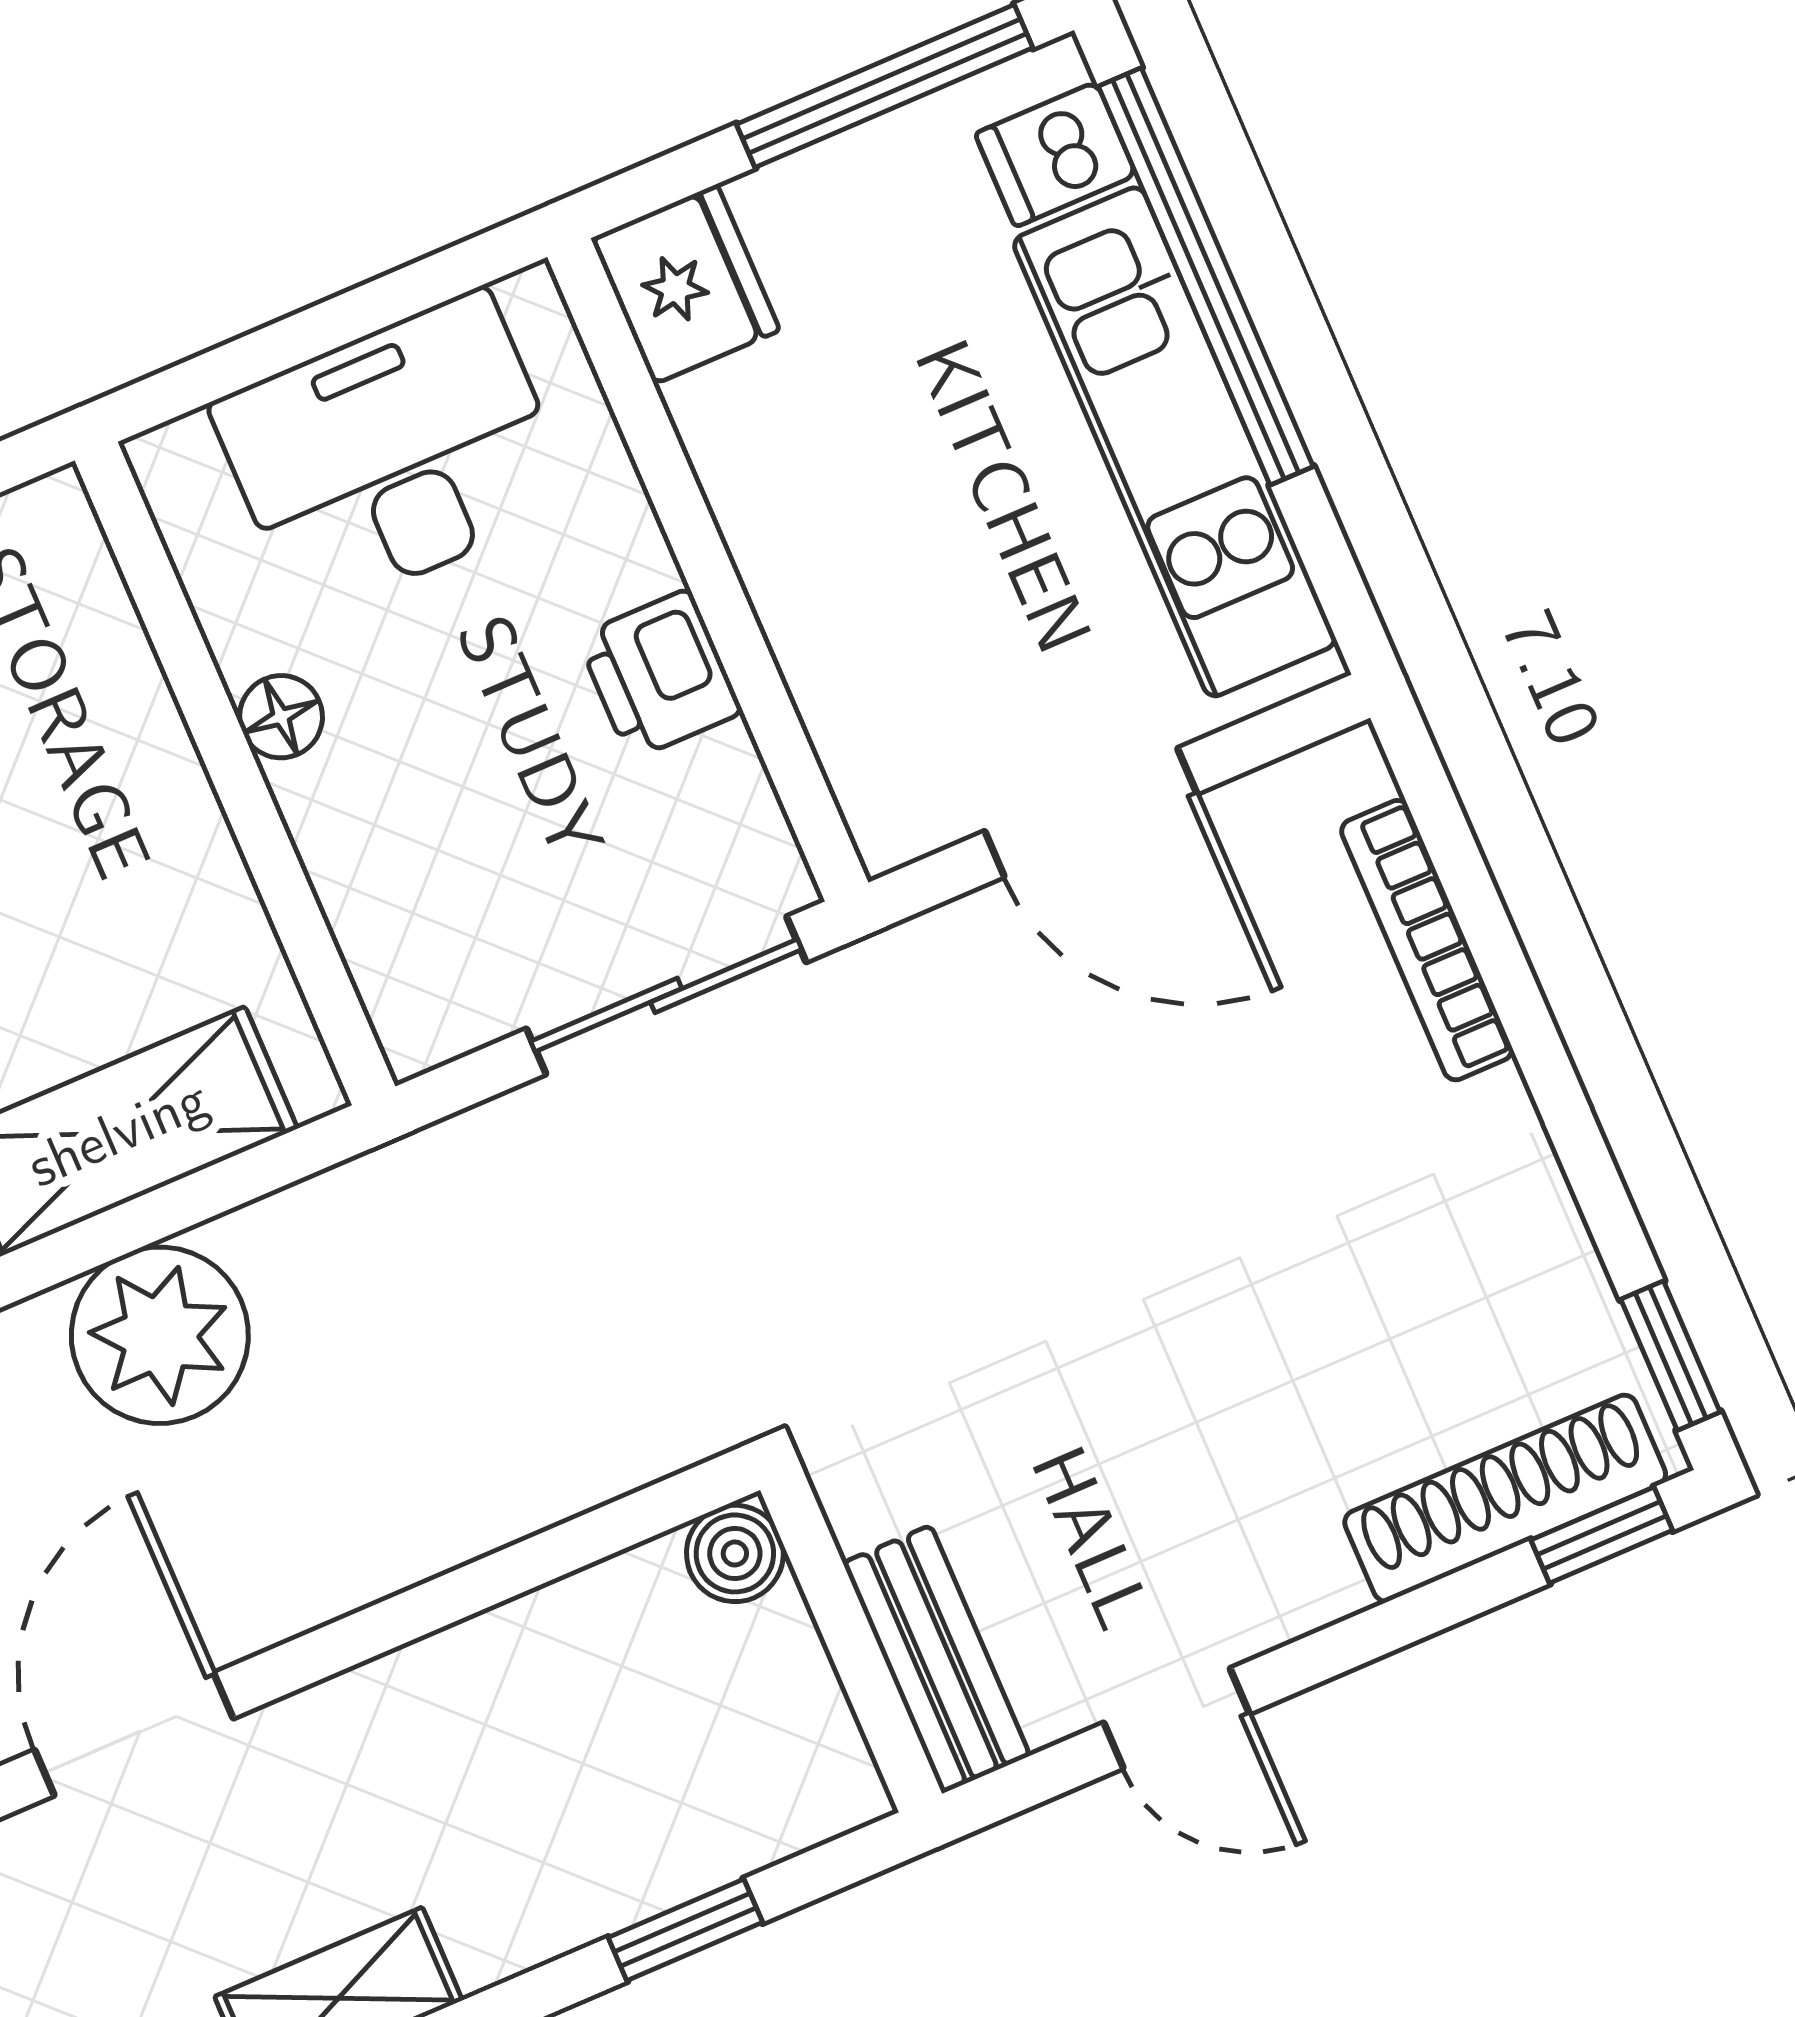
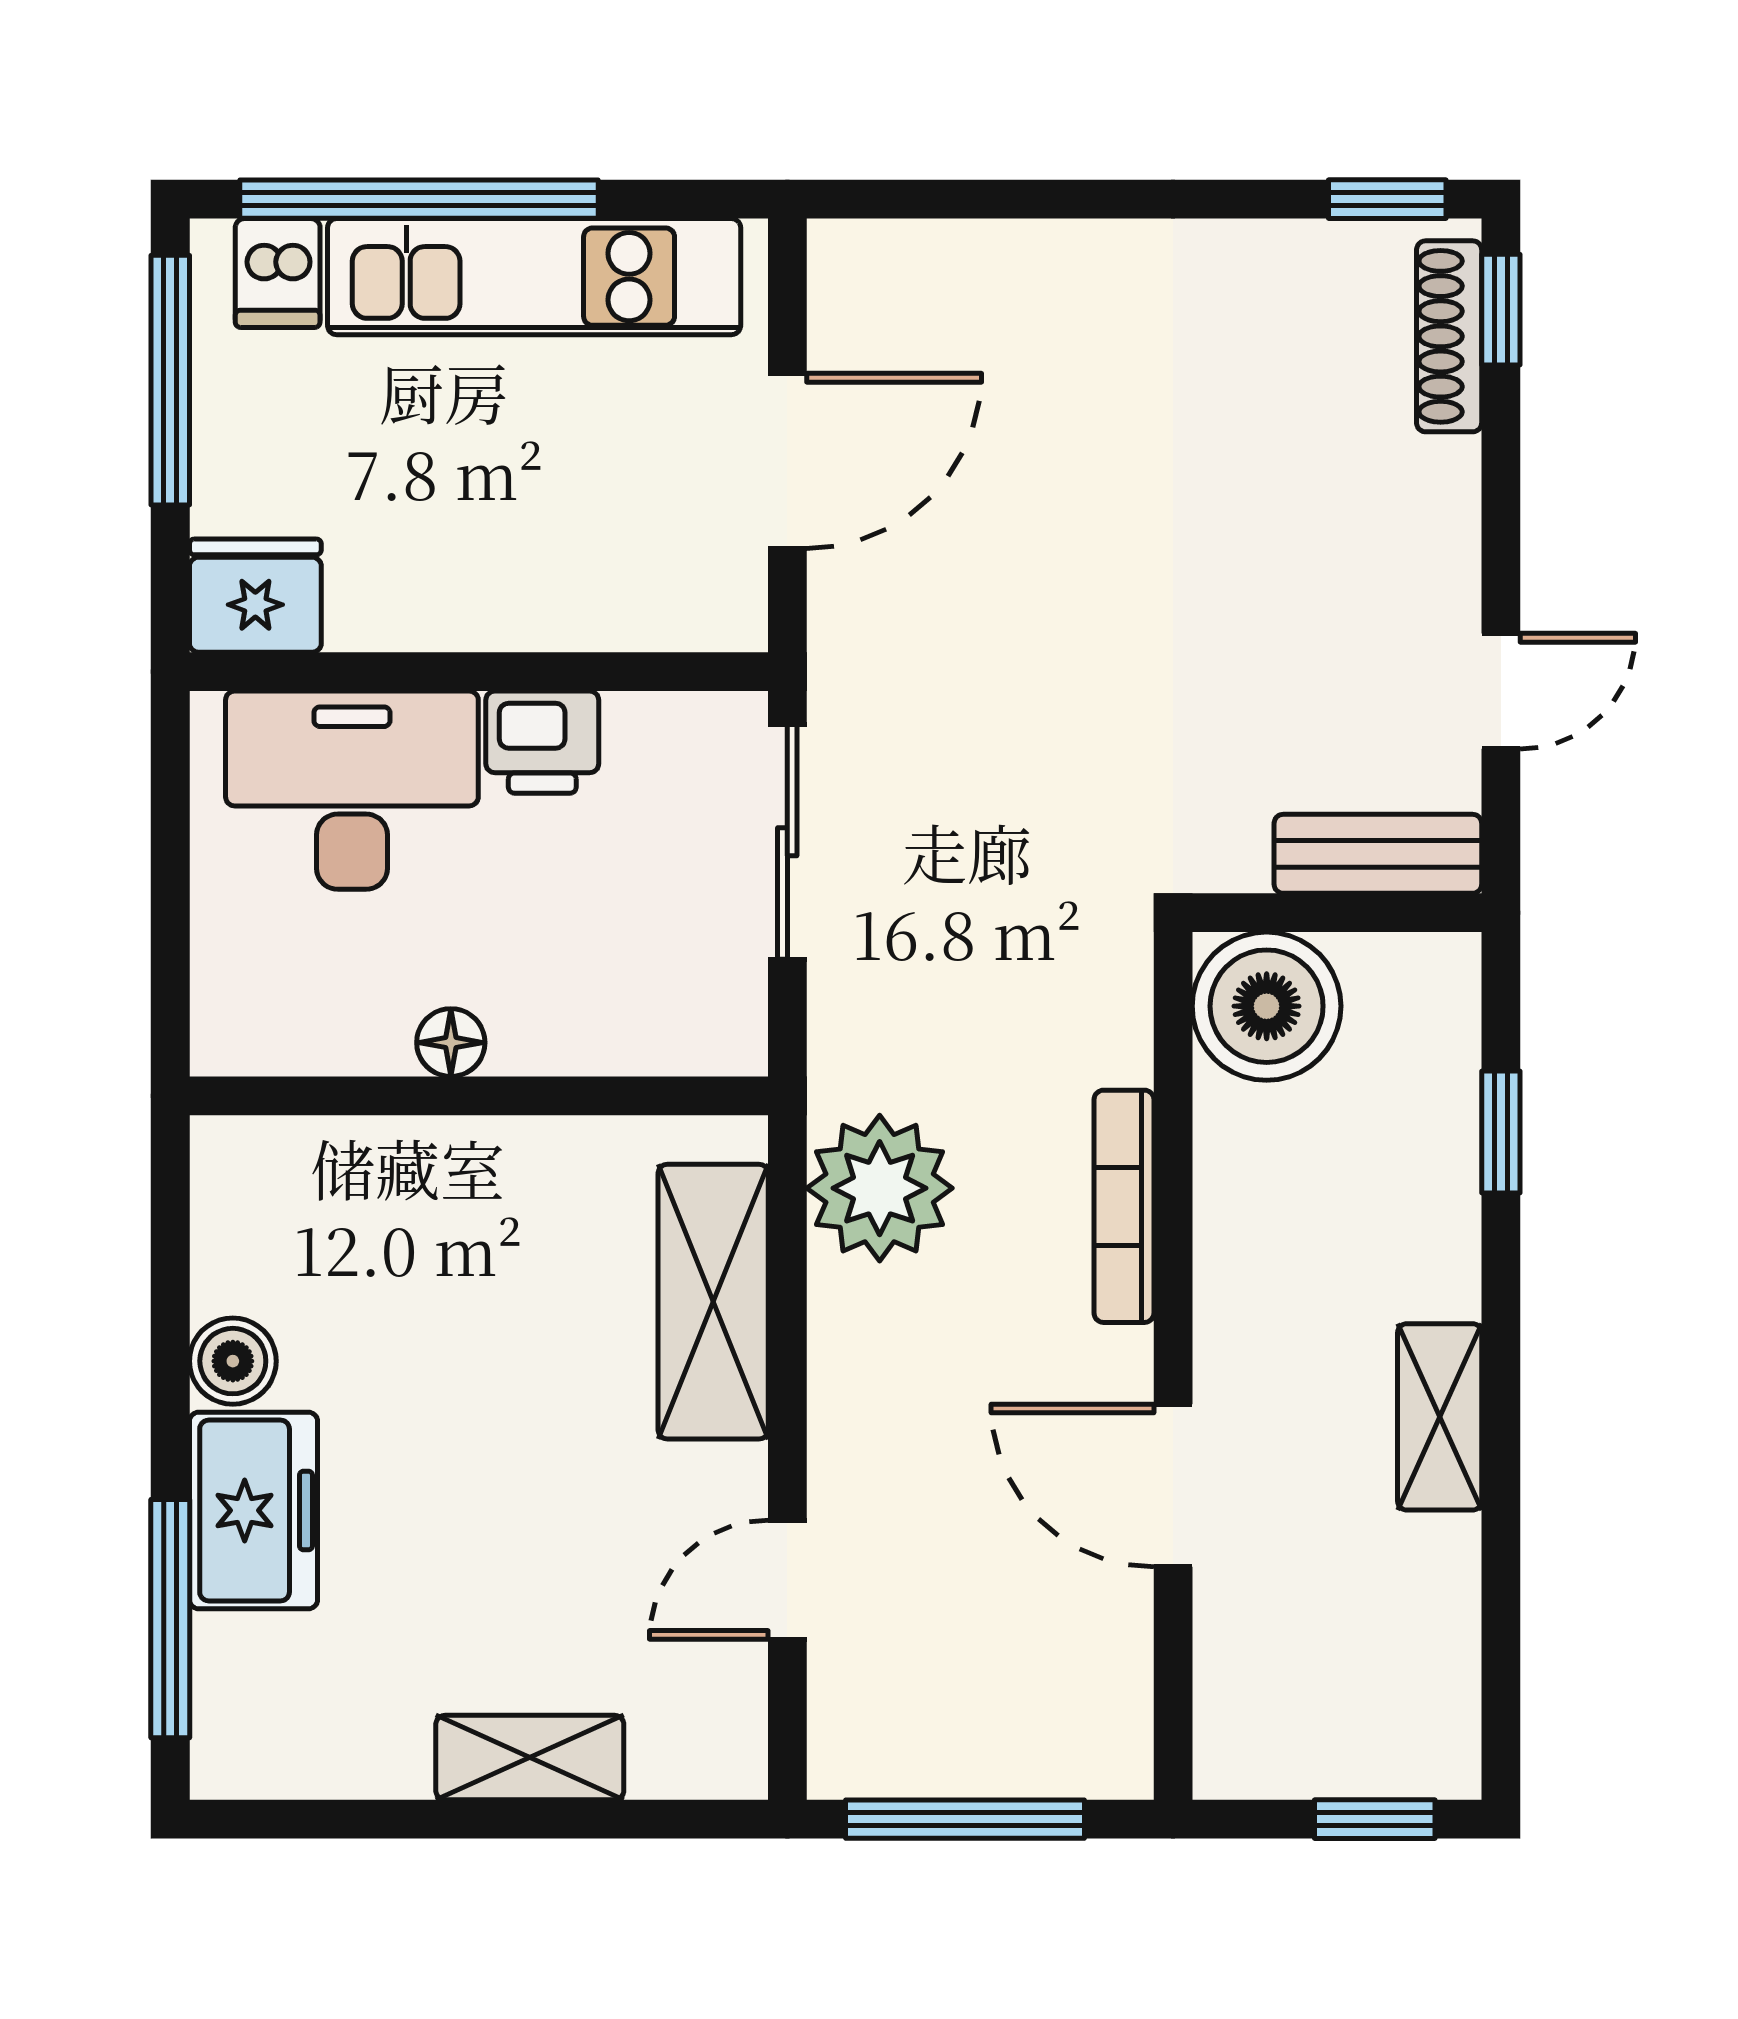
desk: (393, 454) -> (352, 790), moved, turned 90
bookcase: (1427, 940) -> (1124, 1206), moved, turned 90
plant: (160, 1335) -> (880, 1188), moved
shoe rack: (1505, 1498) -> (1449, 336), width x0.74, depth x0.81
boiler: (735, 1553) -> (1267, 1006), width x1.86, depth x1.86

